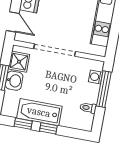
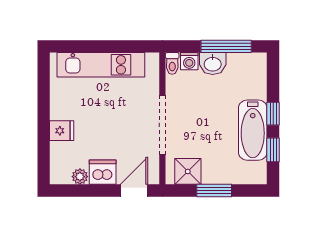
washbasin: (14, 81) -> (213, 64), moved, turned 180
window: (104, 89) -> (226, 46), moved
toilet: (88, 108) -> (172, 63), moved

